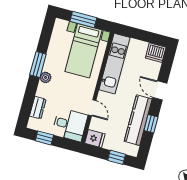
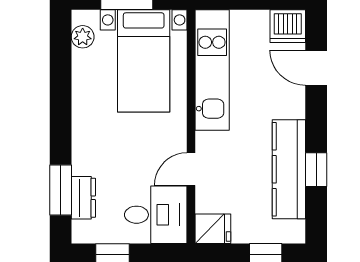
window: (38, 64) -> (61, 190), moved
plant: (46, 77) -> (83, 37), moved
door: (160, 90) -> (316, 68), moved
door: (92, 108) -> (191, 169), swing flipped

